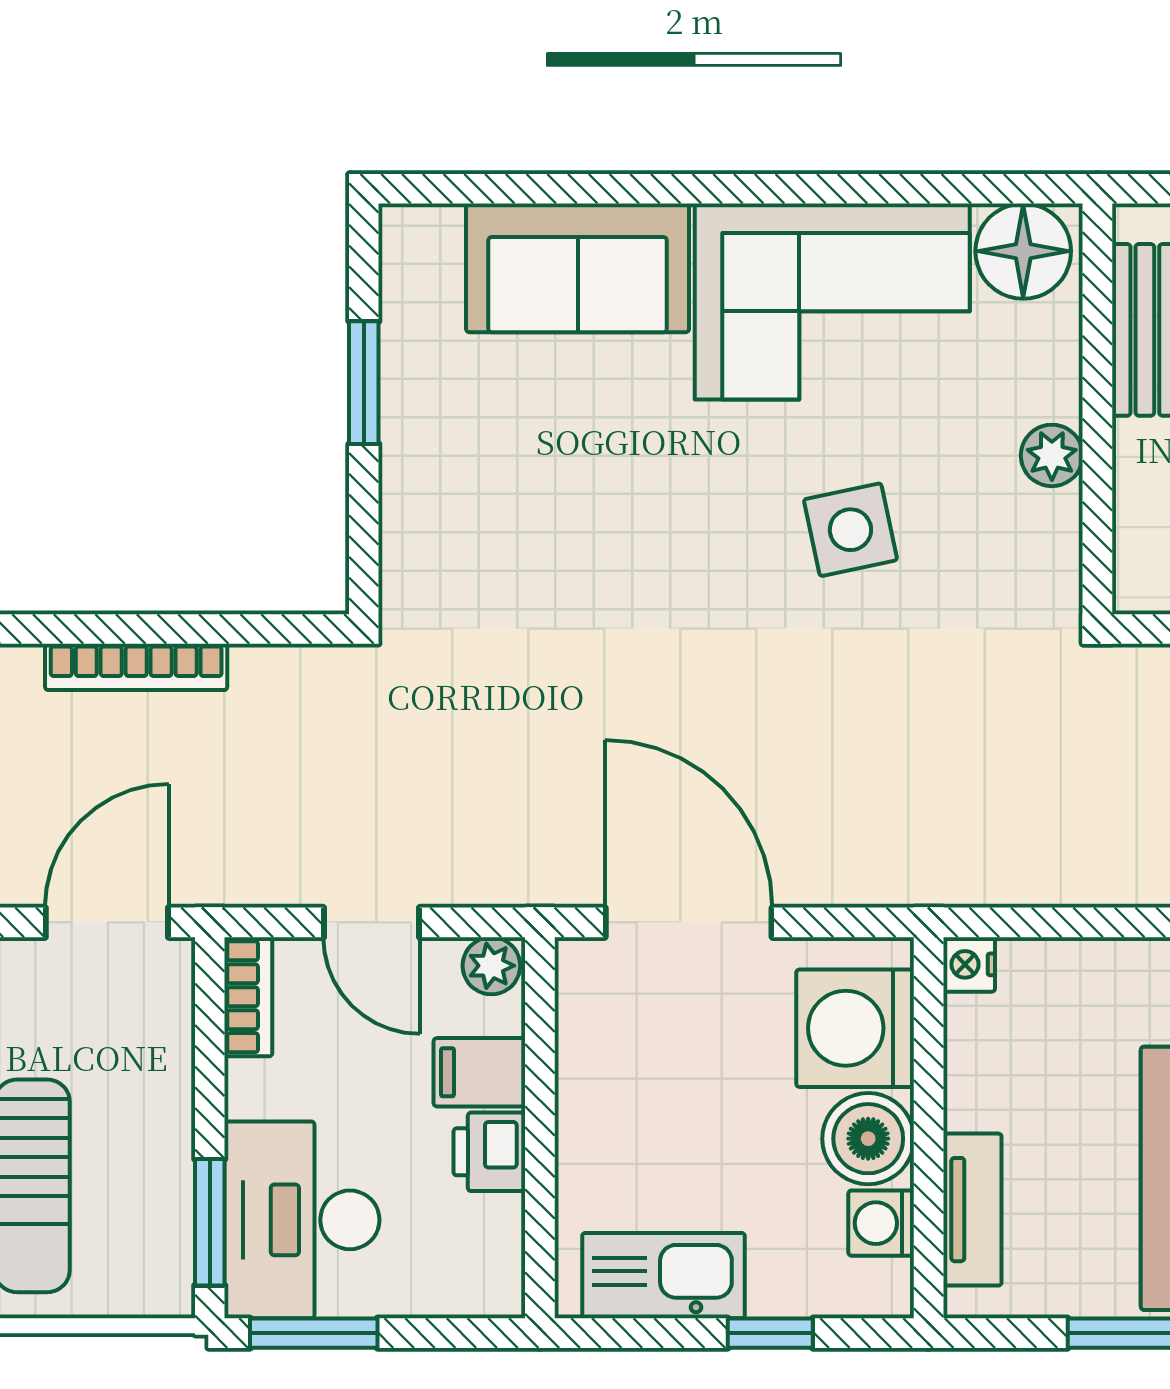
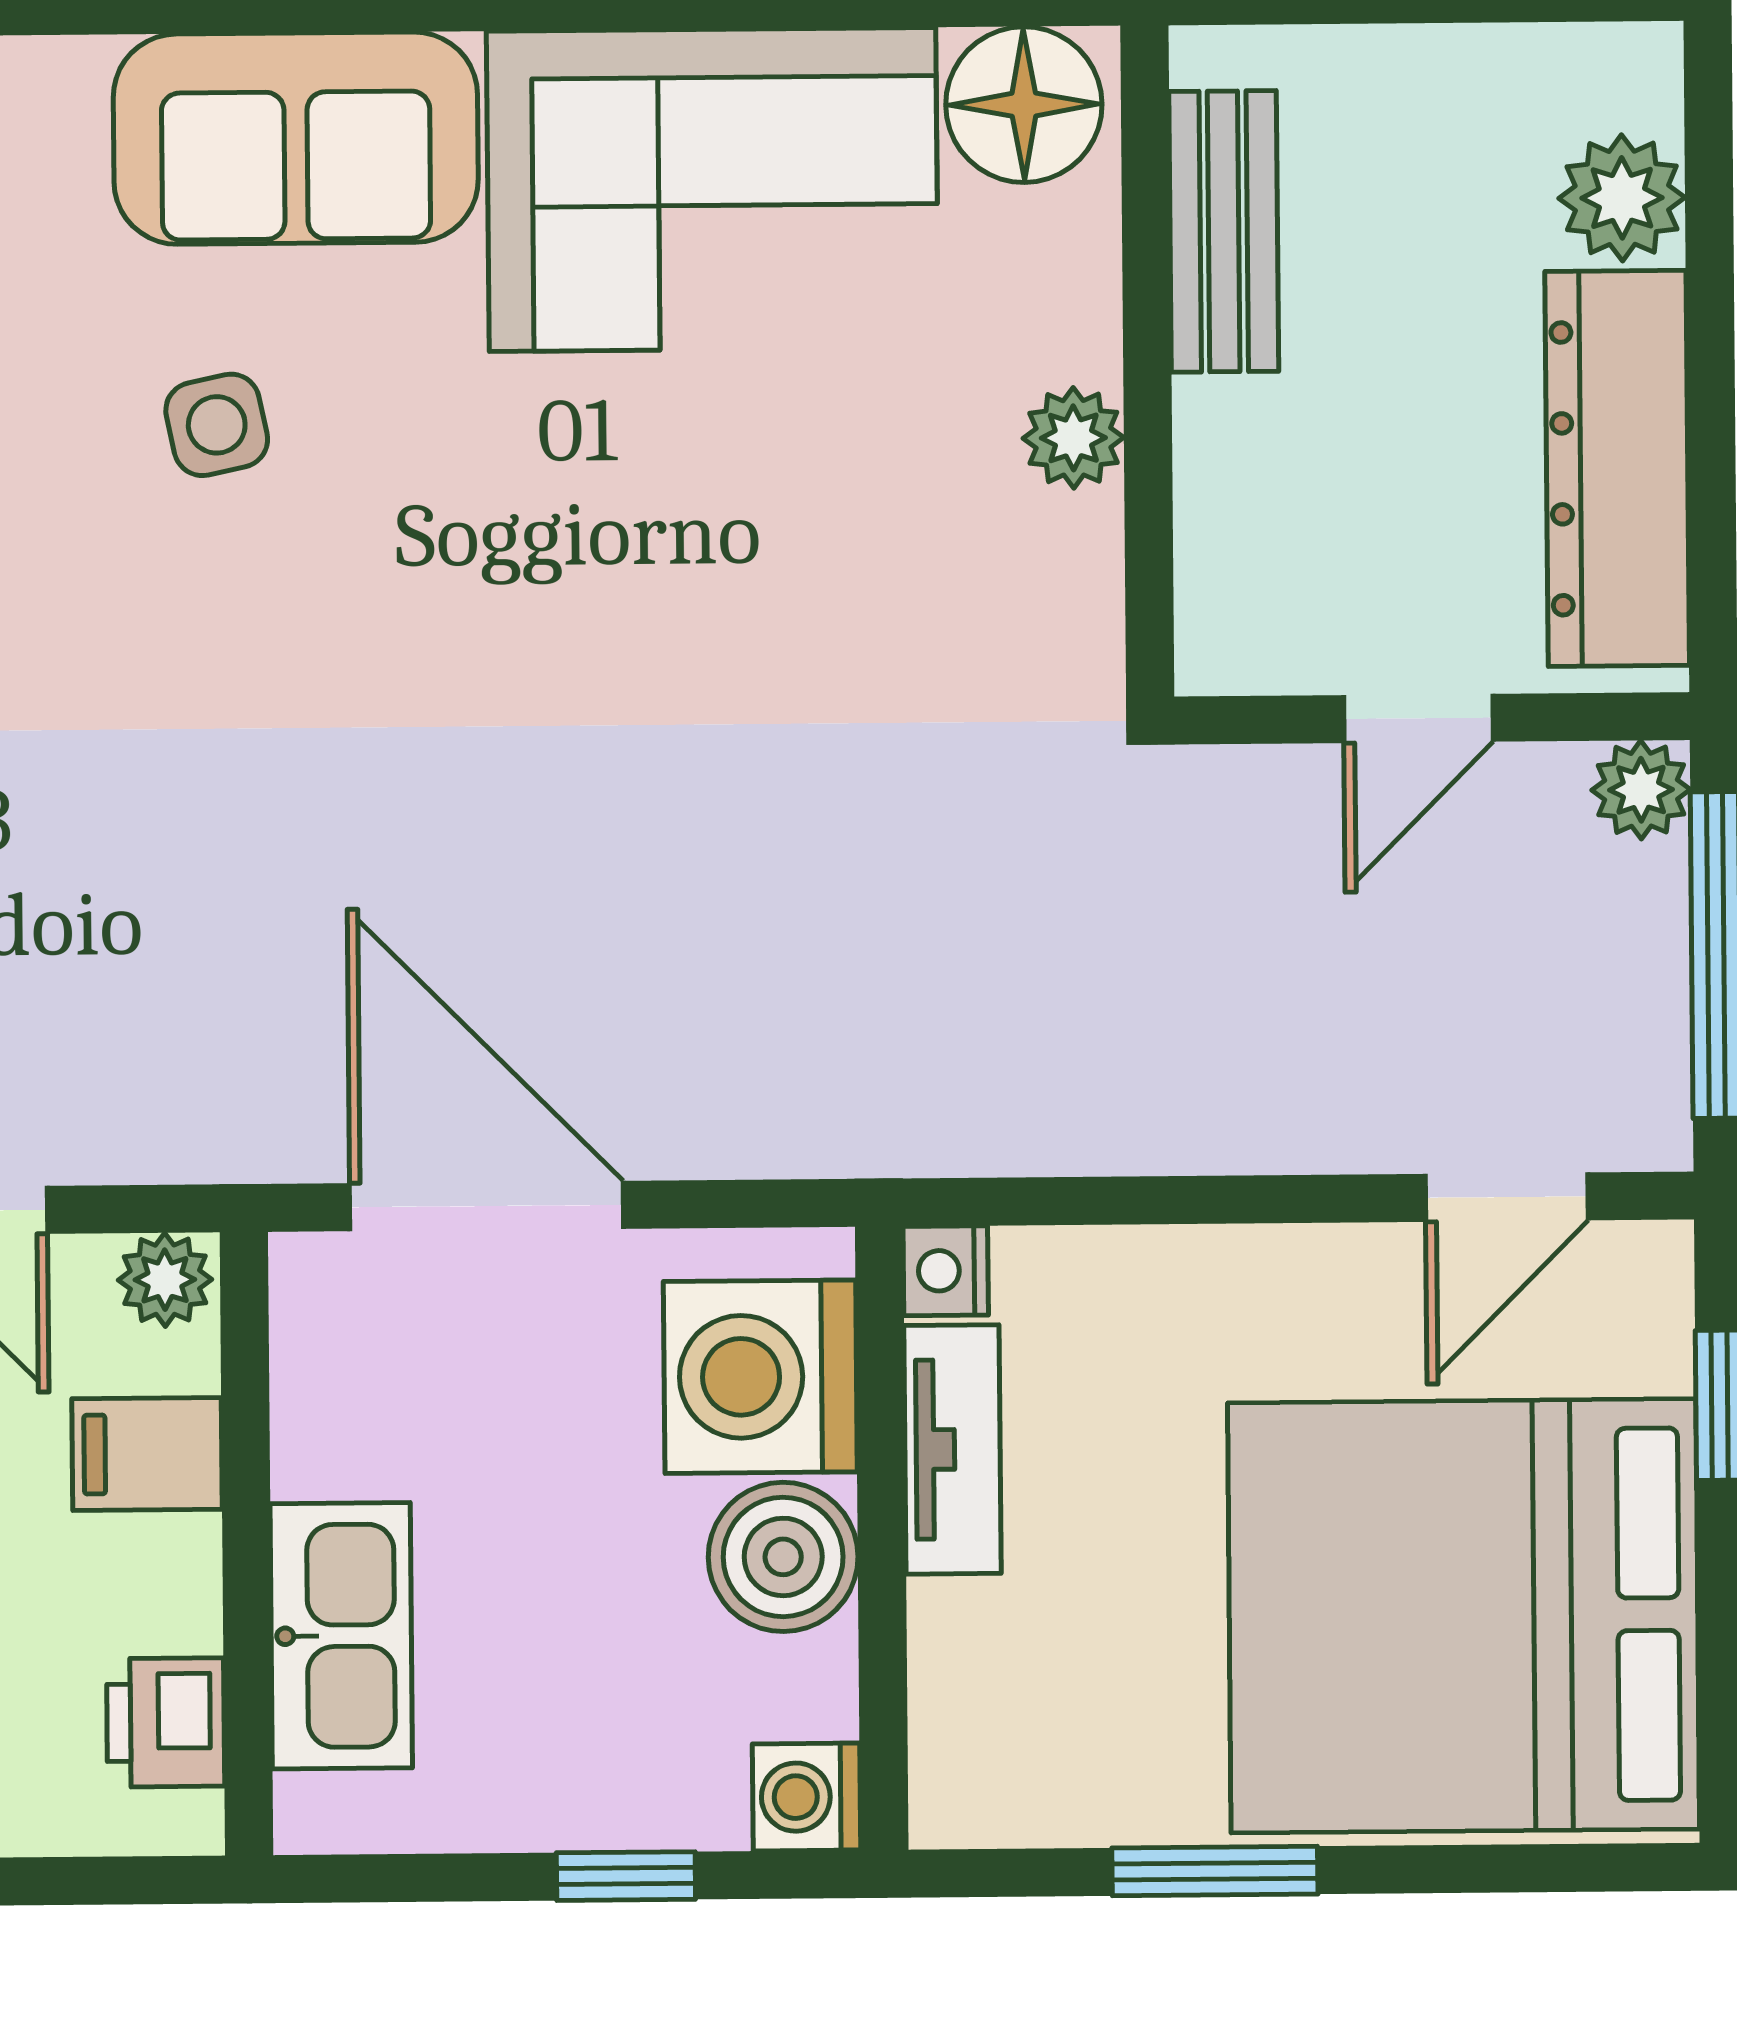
side table: (850, 530) -> (217, 425), moved, width x0.73, depth x0.73
printer: (489, 1152) -> (166, 1722), moved
tv unit: (972, 1210) -> (952, 1449), moved
washing machine: (881, 1223) -> (806, 1797), moved
kitchen sink: (663, 1276) -> (341, 1636), moved, turned 90

